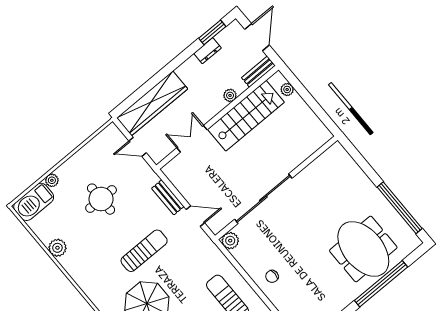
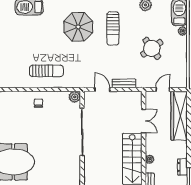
round table: (101, 199) -> (152, 48), turned -35
door: (195, 216) -> (102, 90), swing flipped
sun lounger: (144, 251) -> (113, 28), moved

